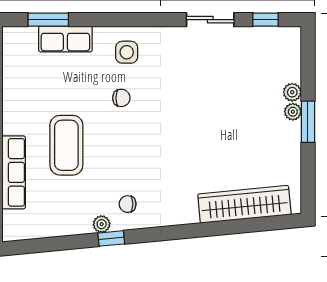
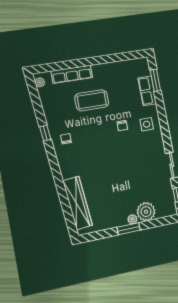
plant: (292, 92) -> (146, 212), width x1.87, depth x1.87
plant: (102, 224) -> (40, 82), moved

